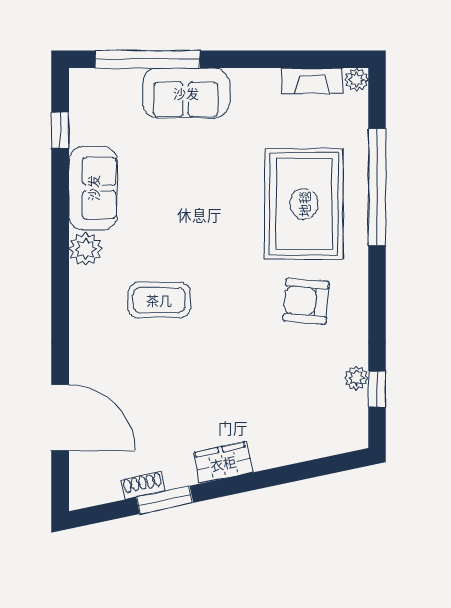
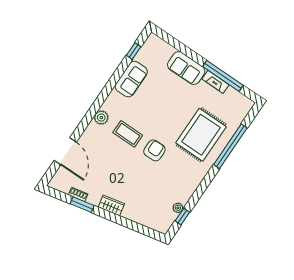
window: (148, 59) -> (223, 76), moved
plant: (357, 80) -> (249, 104), removed
fireplace: (312, 81) -> (215, 82), moved
plant: (86, 249) -> (101, 118), moved
armchair: (306, 301) -> (154, 150), moved, turned 86

